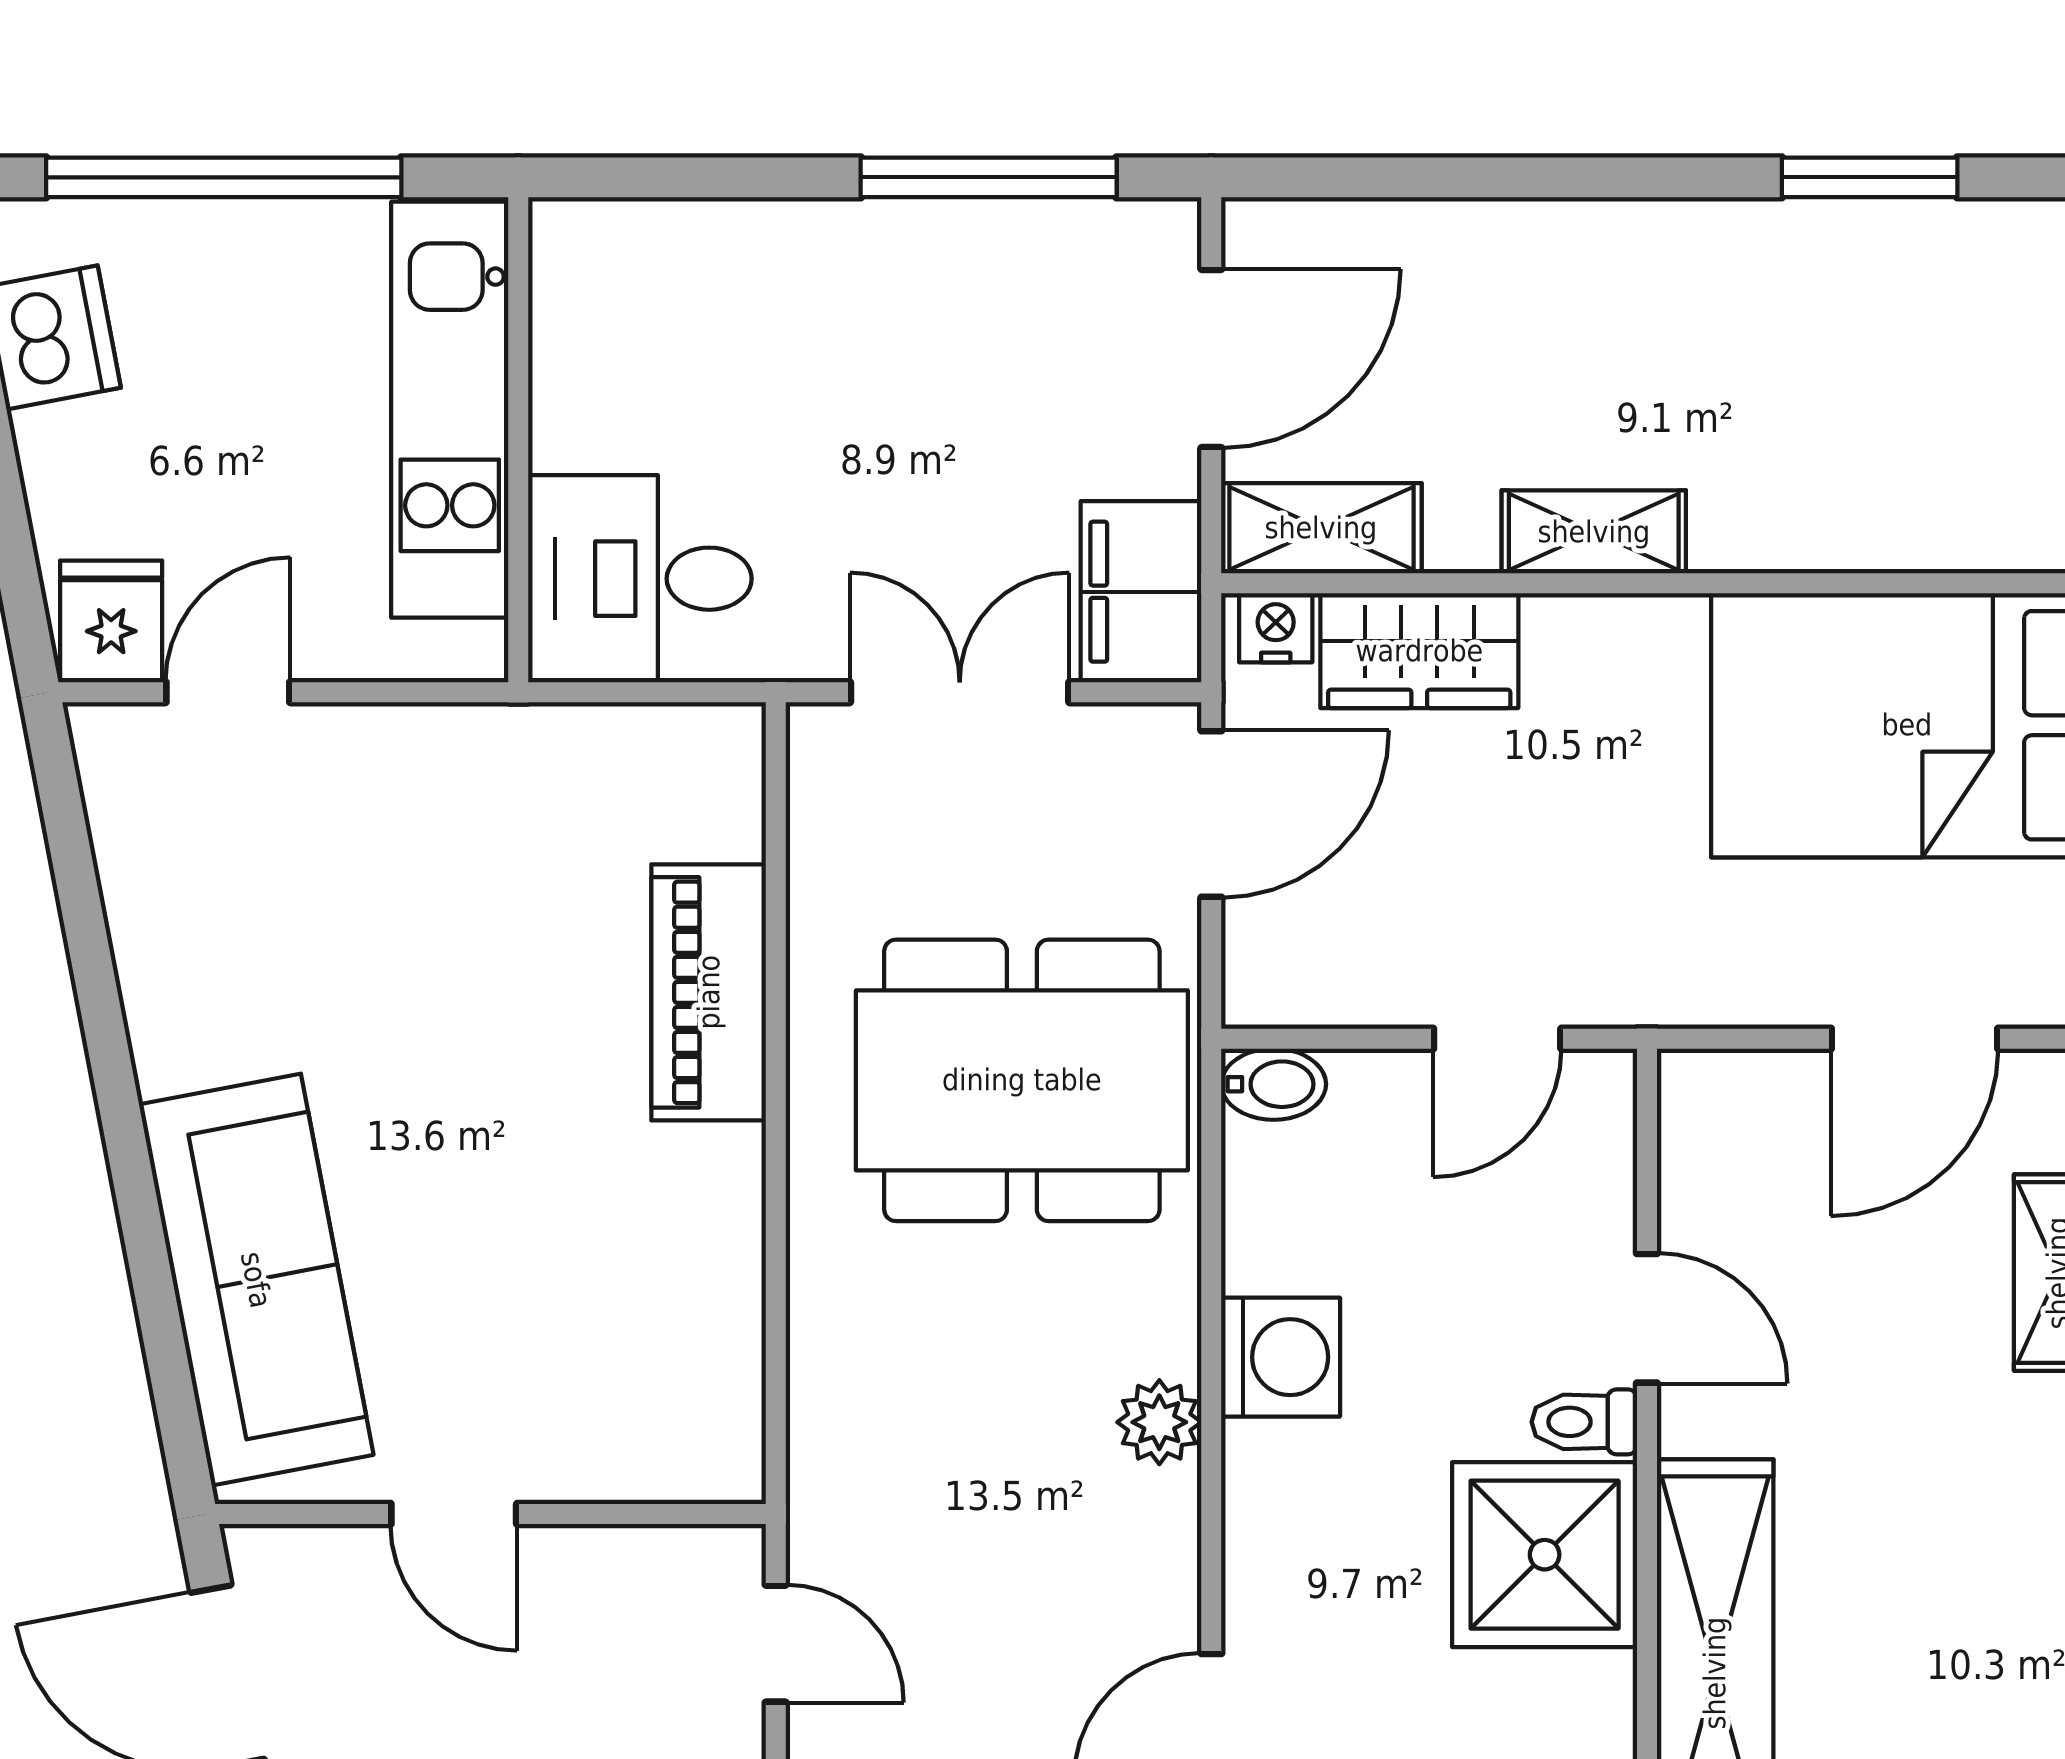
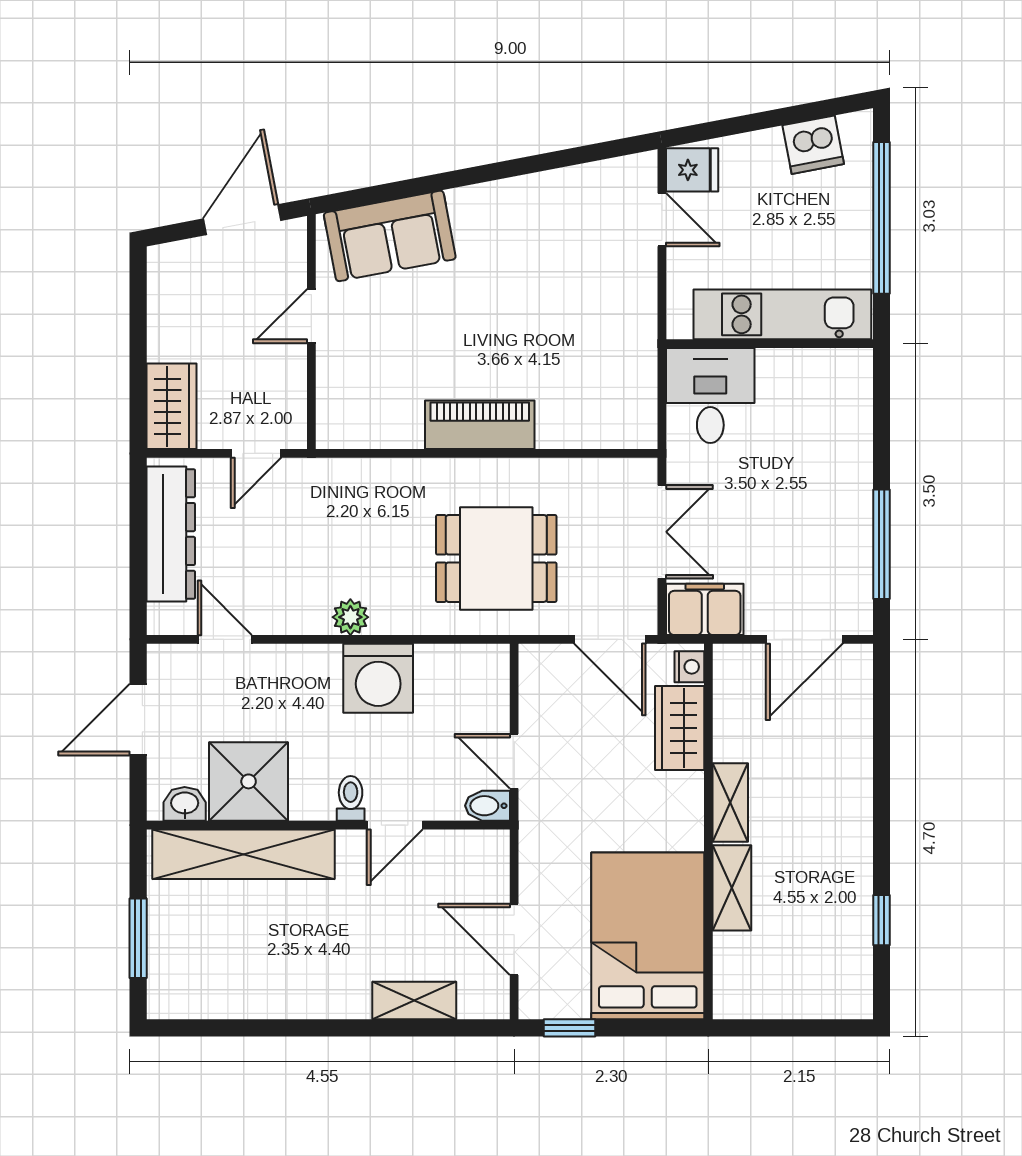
window: (1870, 177) -> (882, 920), width x0.67
door: (1211, 358) -> (804, 639), hinge flipped
shelving: (1321, 528) -> (732, 888), moved
piano: (709, 992) -> (480, 425), moved
dining table: (1022, 1080) -> (496, 558), width x0.73
bidet: (1274, 1084) -> (487, 806), moved, turned 90
sofa: (256, 1280) -> (390, 236), width x0.73
washing machine: (1281, 1357) -> (378, 678), width x1.37, depth x1.37
shower: (1545, 1555) -> (249, 781), moved

